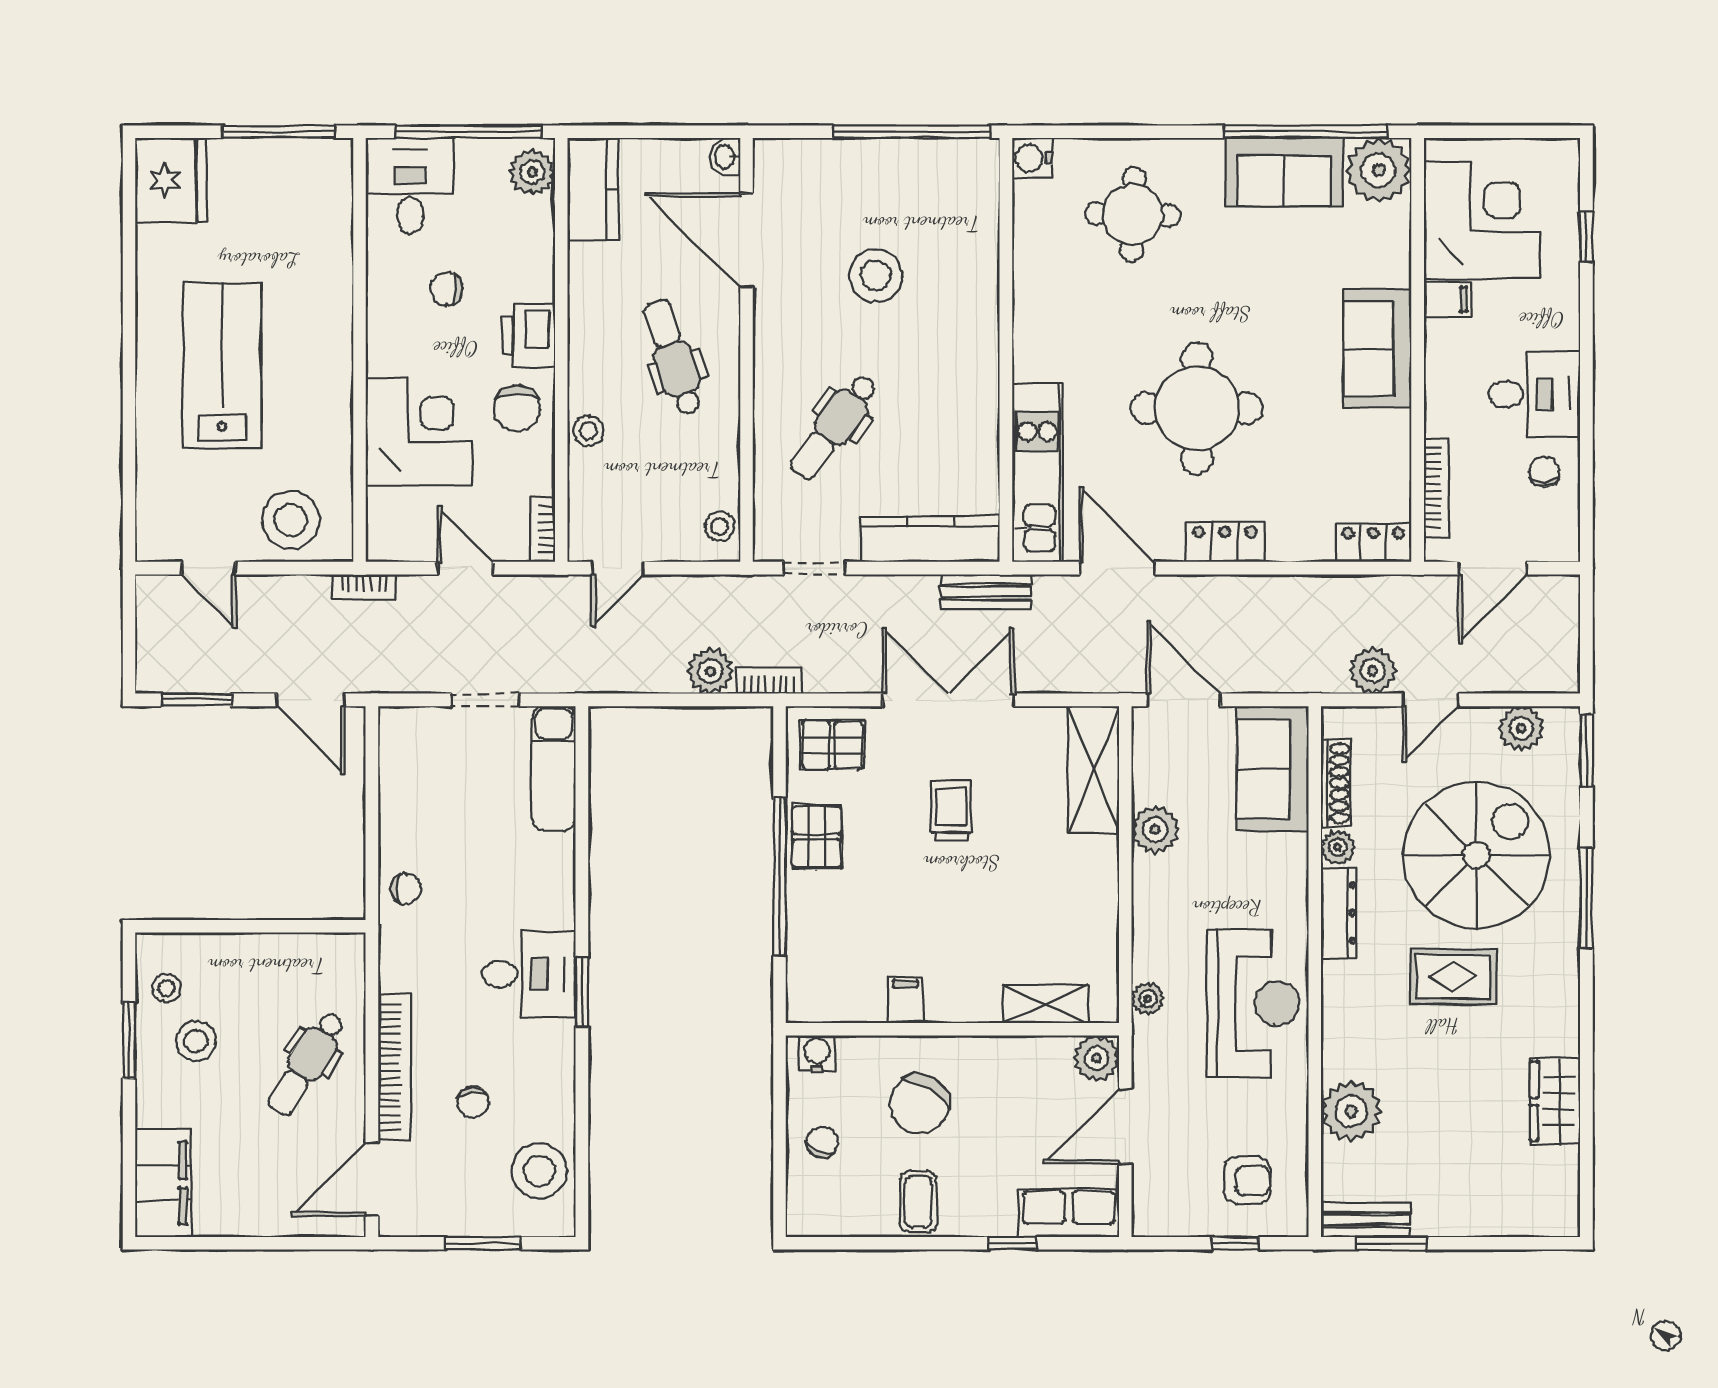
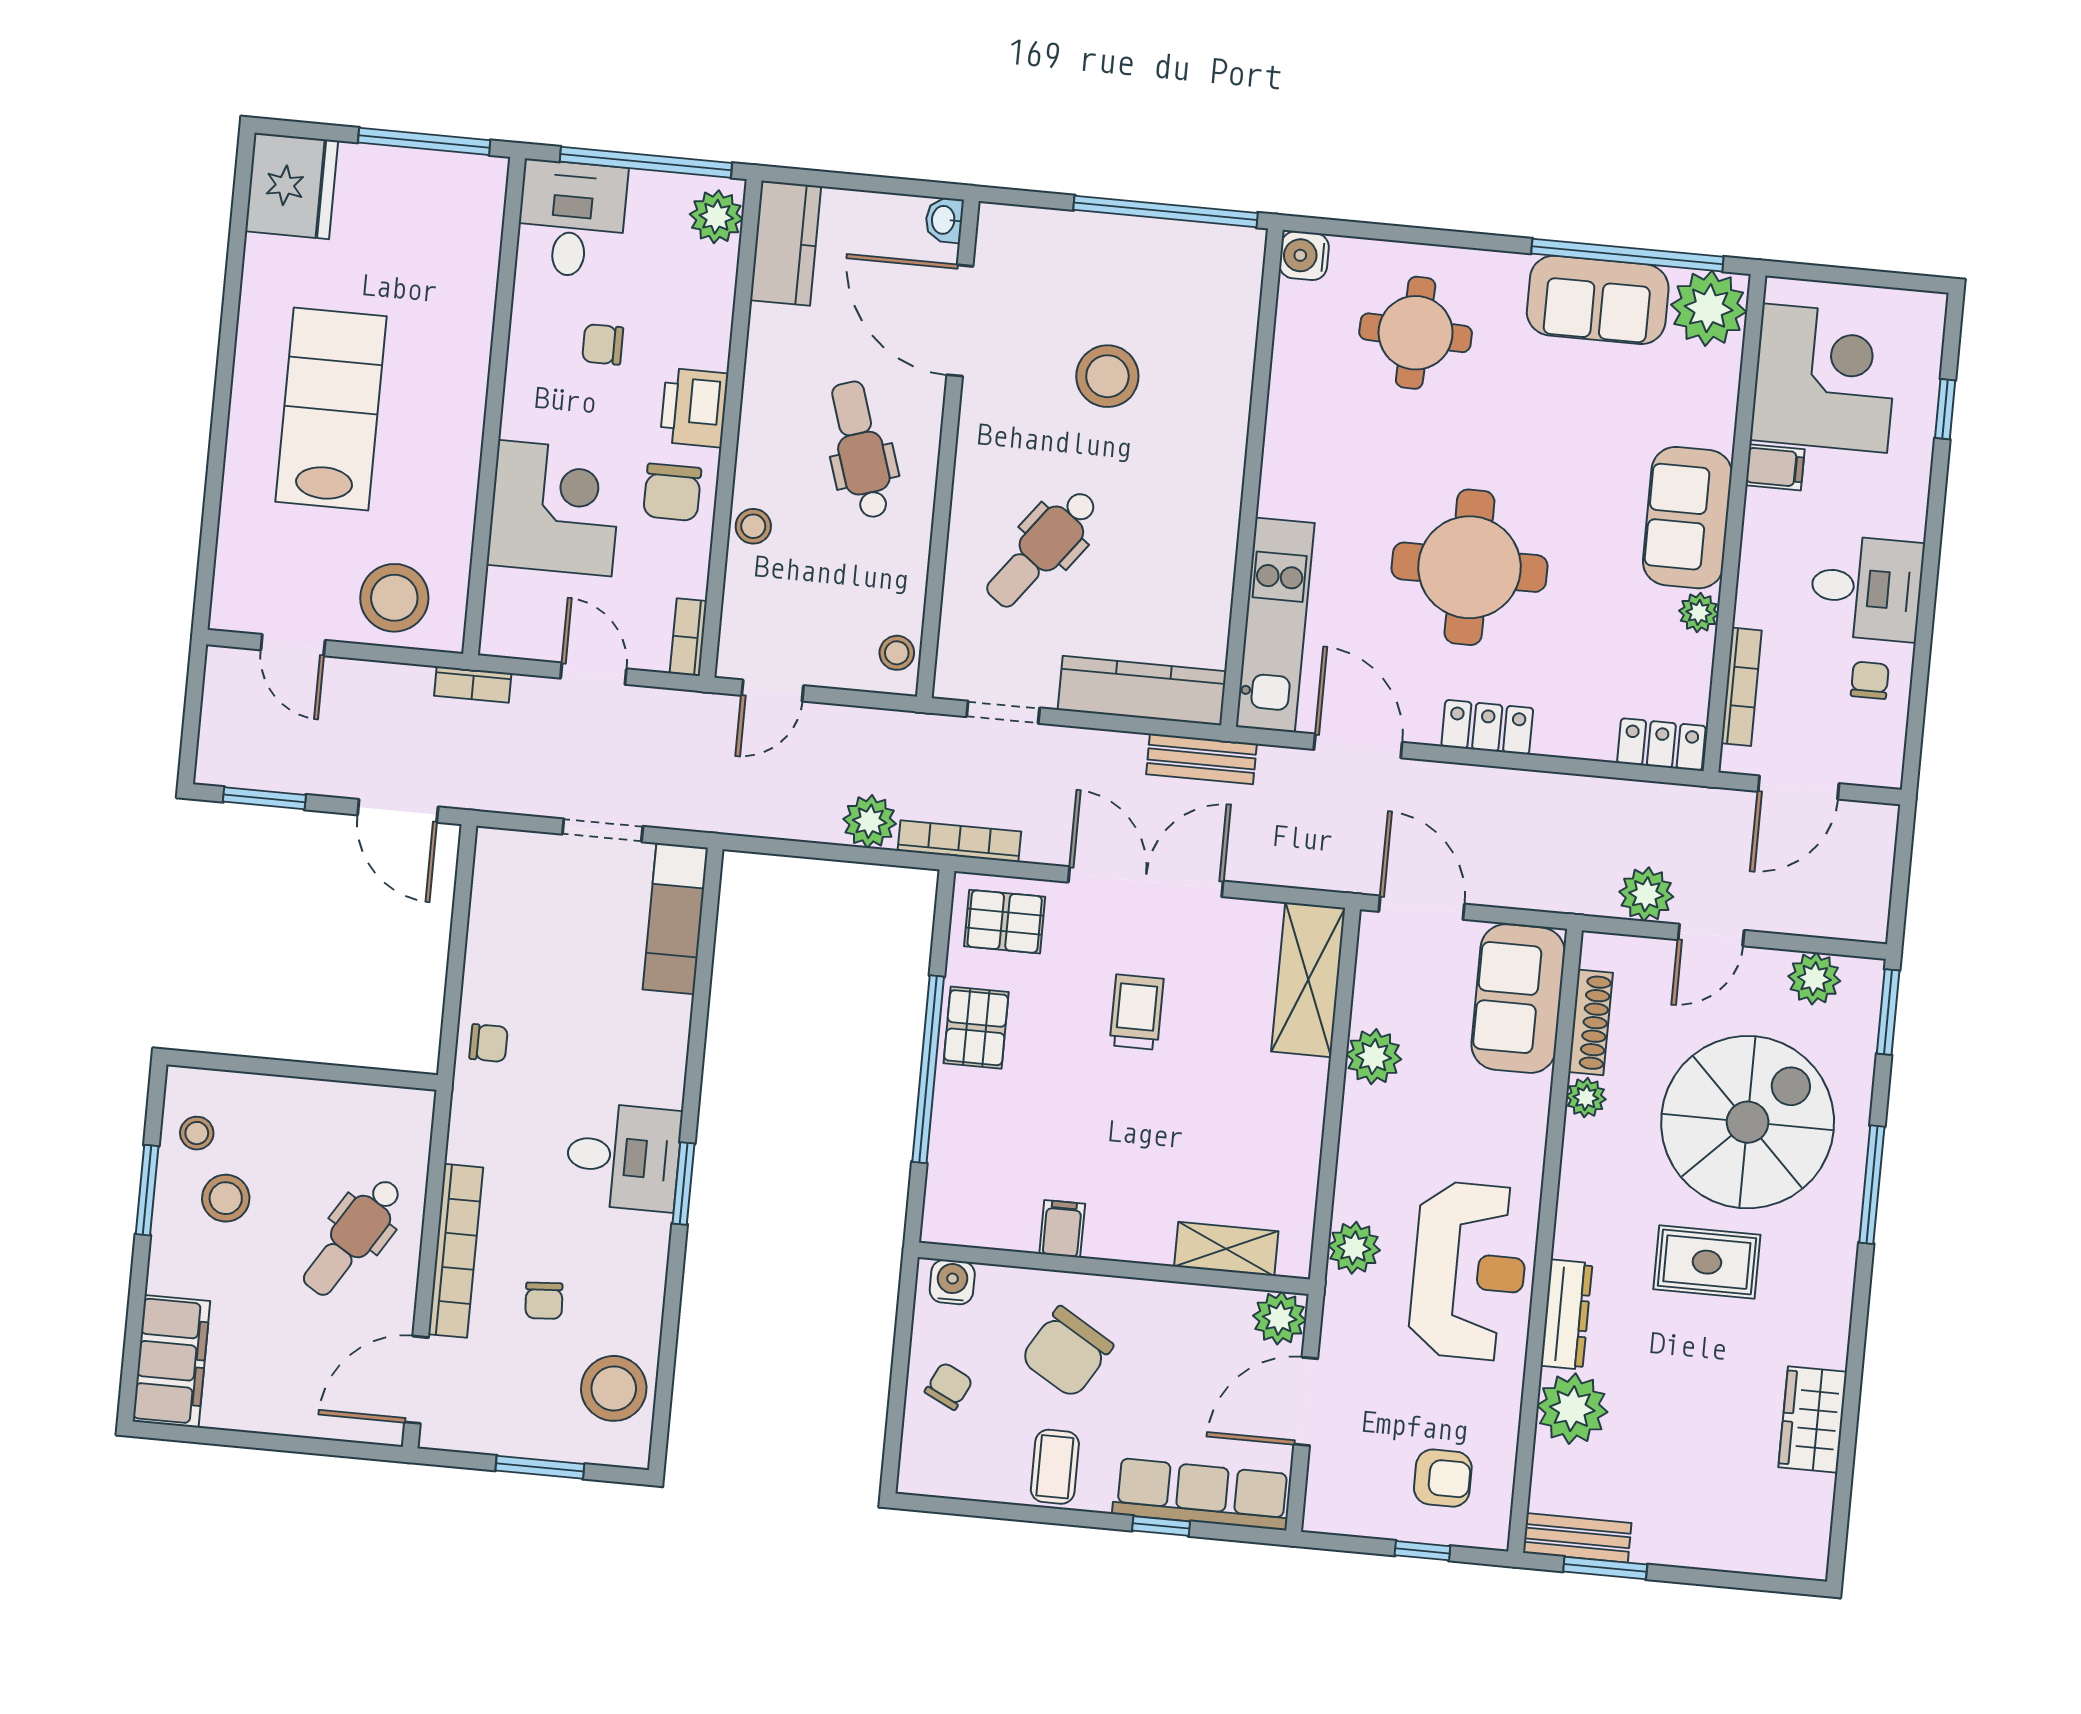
plant: (1394, 428) -> (1699, 612), added
bookcase: (769, 681) -> (959, 841), width x1.56
dresser: (1339, 913) -> (1566, 1315), moved
plant: (1148, 999) -> (1354, 1248), width x1.38, depth x1.38
row of seats: (1069, 1213) -> (1202, 1494), width x1.48

